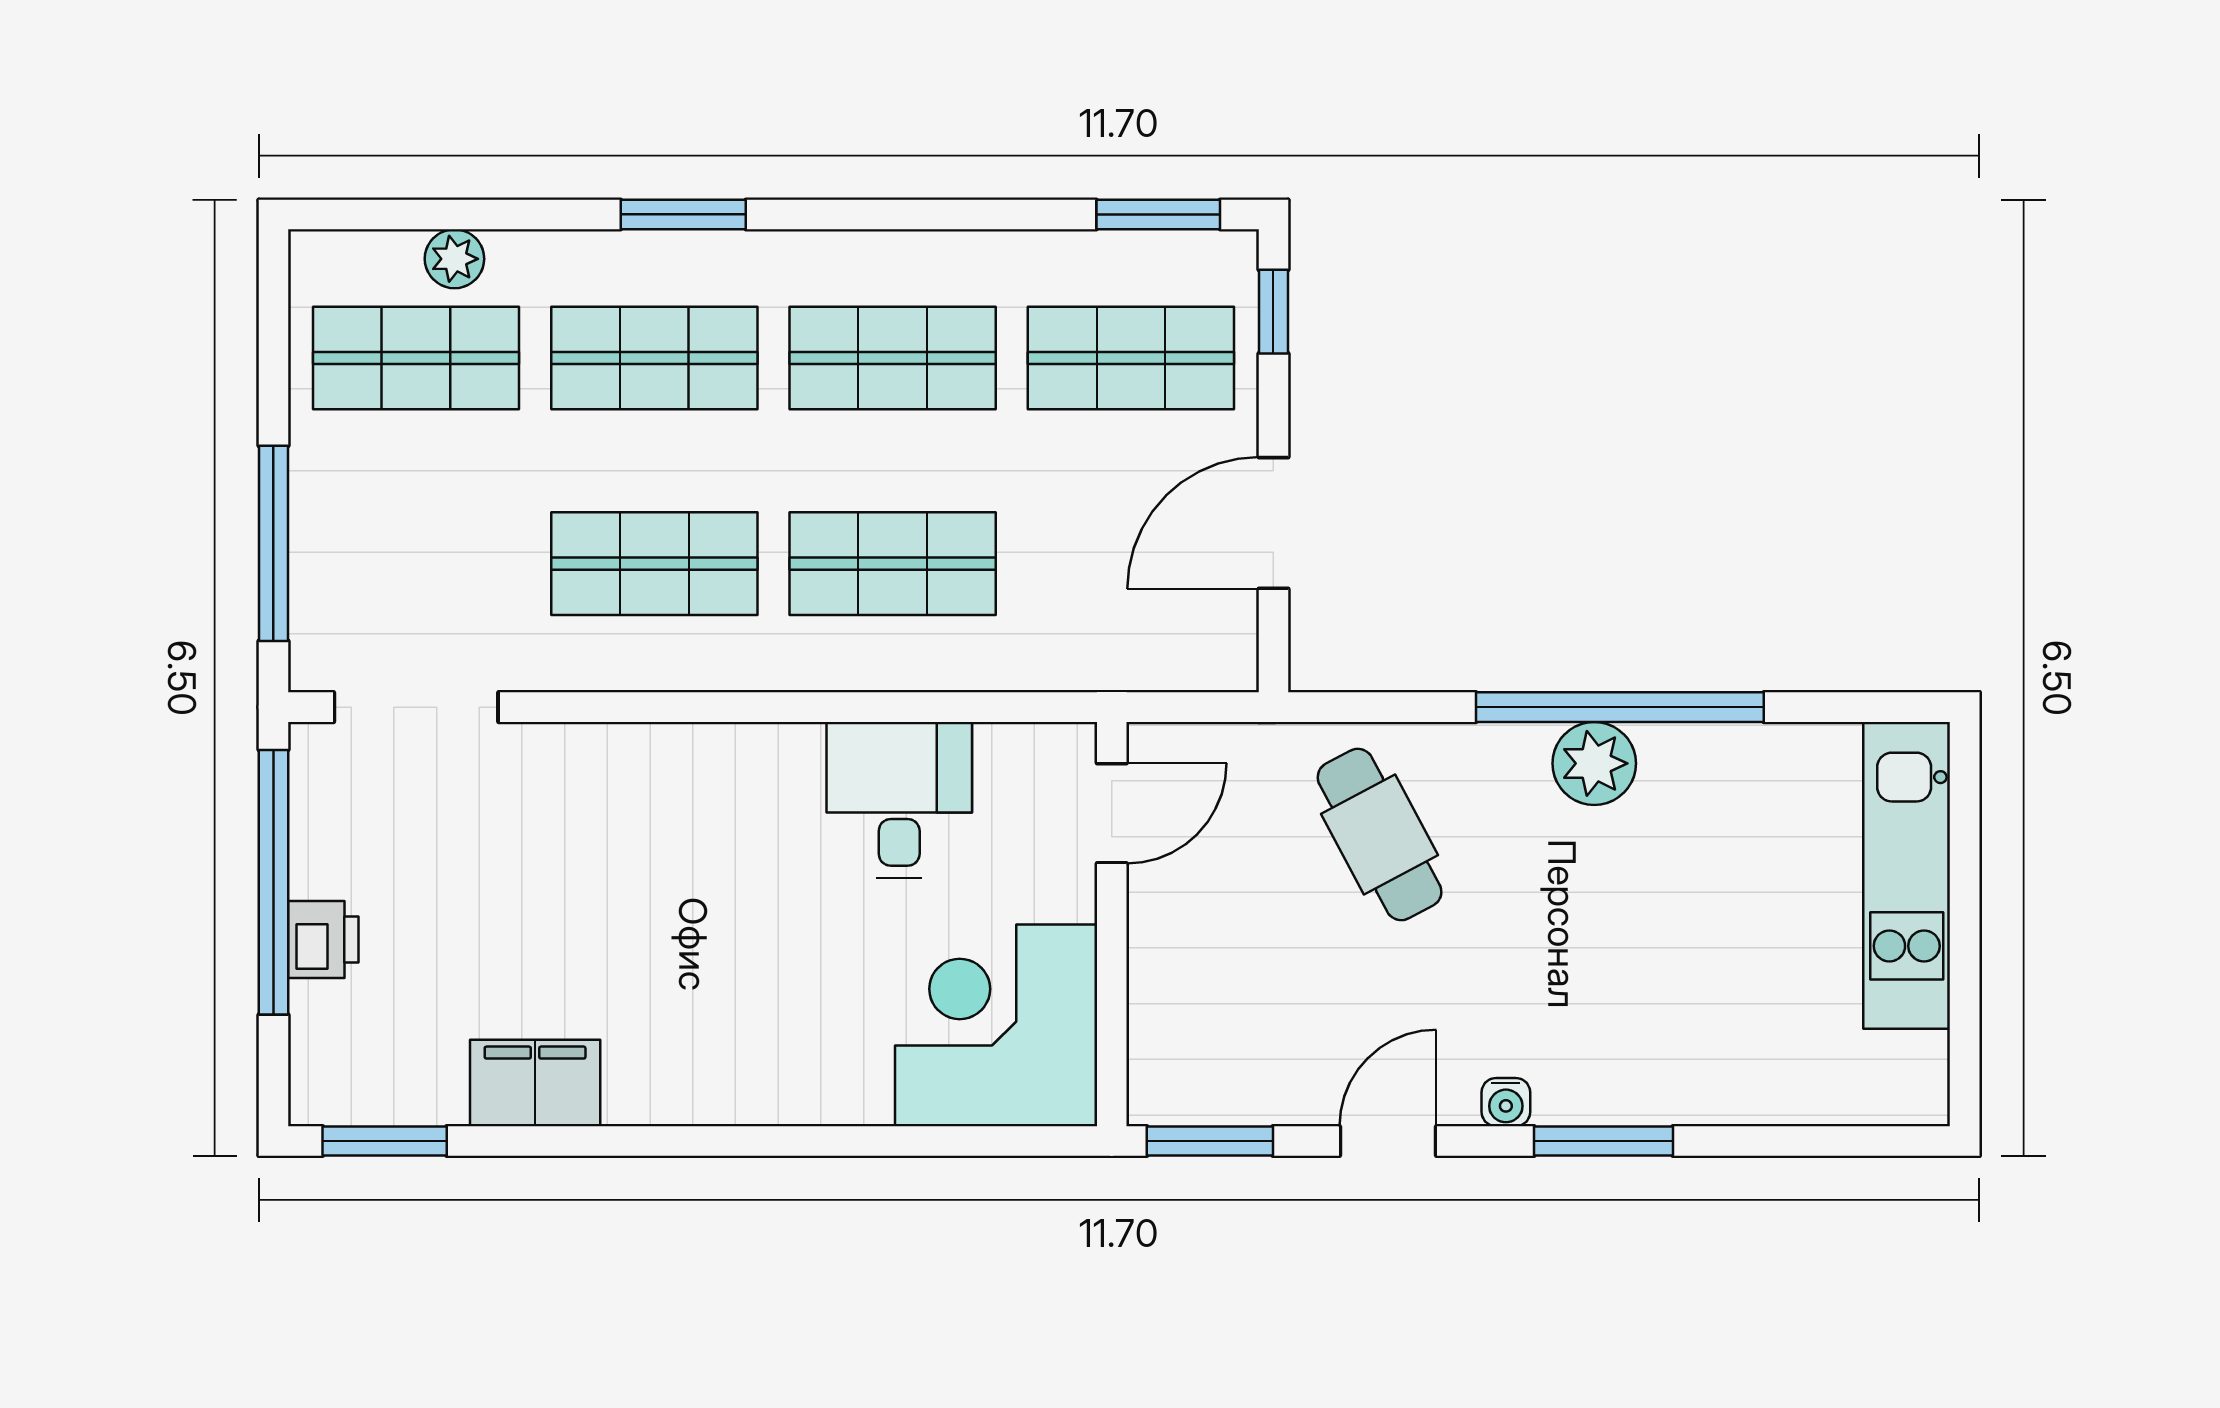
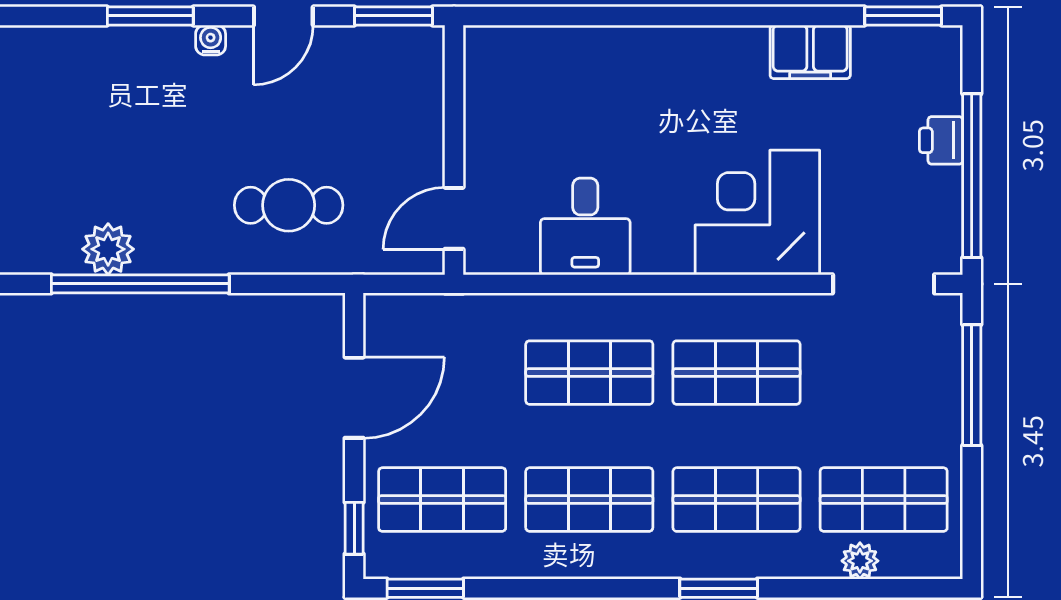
plant: (1594, 763) -> (108, 249), moved
cafe table: (1380, 834) -> (289, 205), turned -62
corner desk: (996, 1025) -> (757, 212), moved, turned 180

